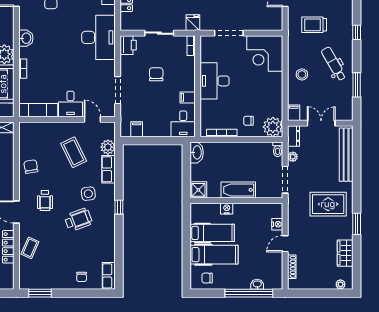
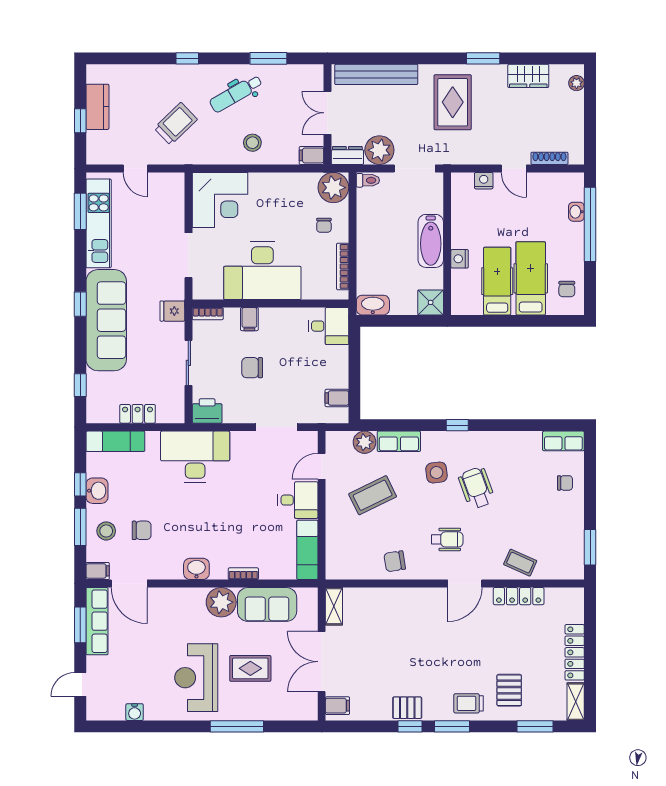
trolley: (314, 25) -> (176, 124), turned -134
desk: (215, 81) -> (262, 271), width x1.36, depth x1.30
filing cabinet: (188, 97) -> (249, 319), moved
plant: (293, 157) -> (379, 150), width x1.87, depth x1.87

